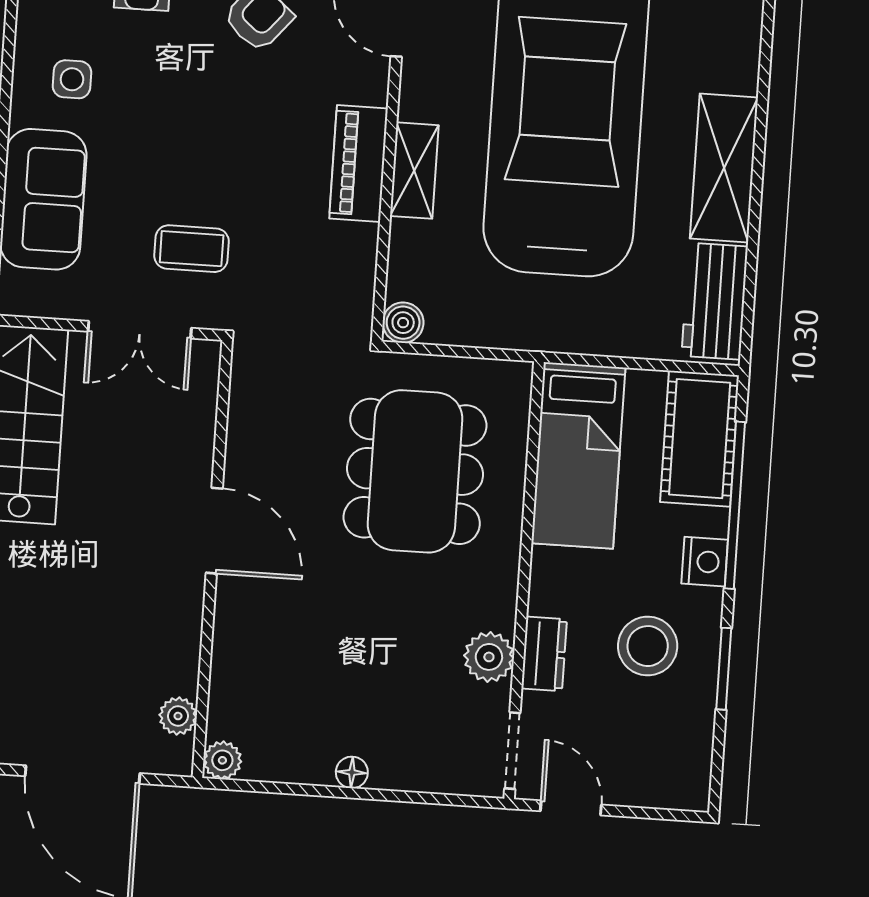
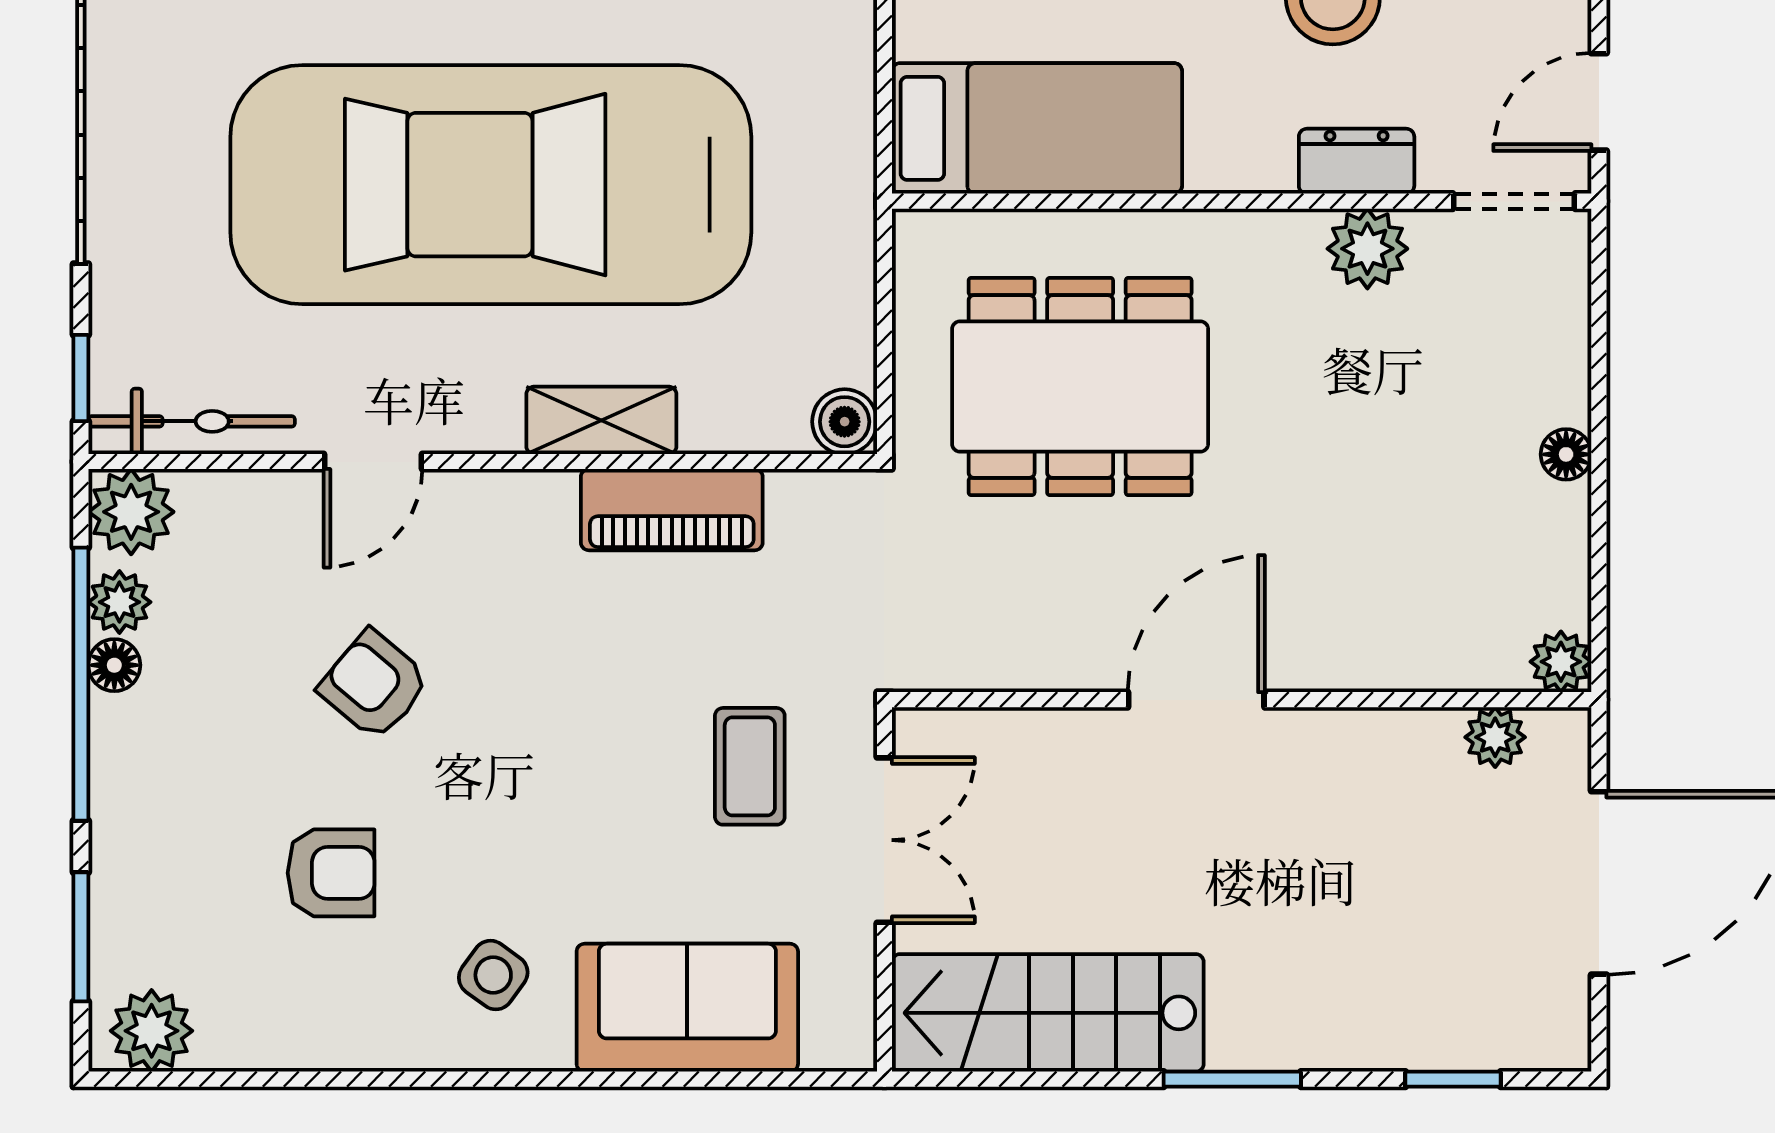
side table: (72, 79) -> (493, 975), turned 36
piano: (359, 163) -> (672, 510), moved

